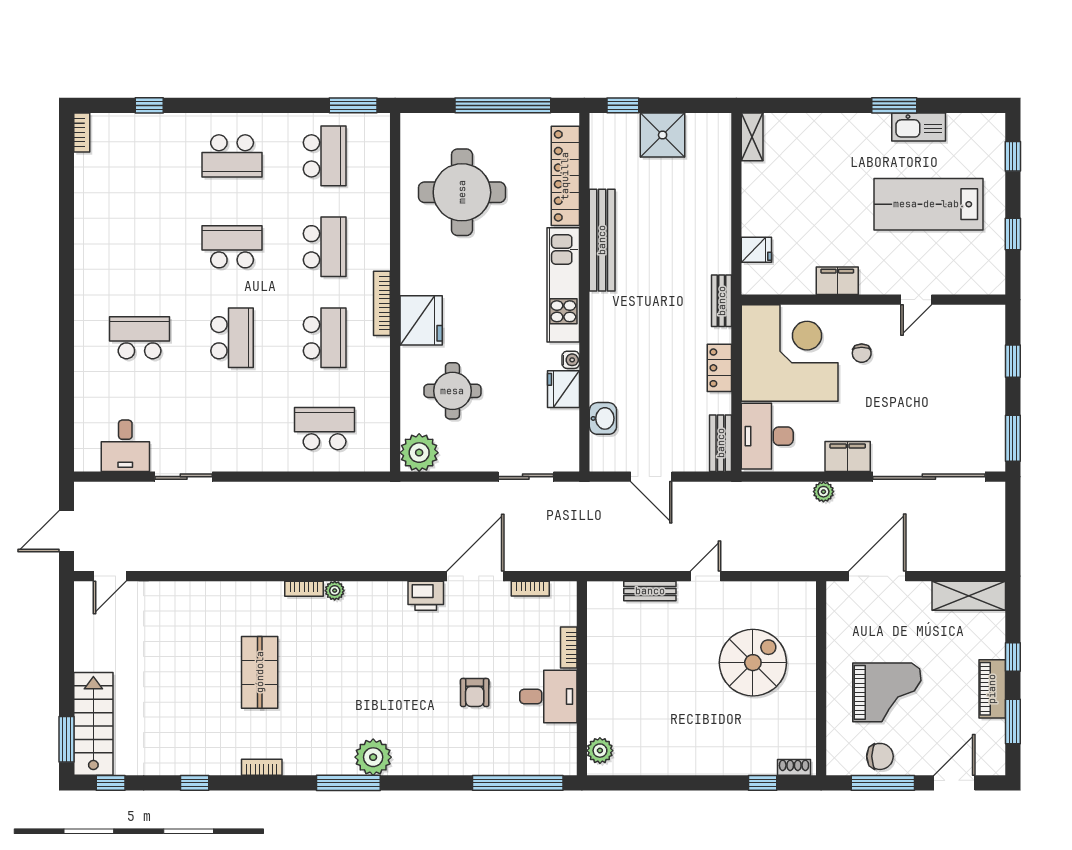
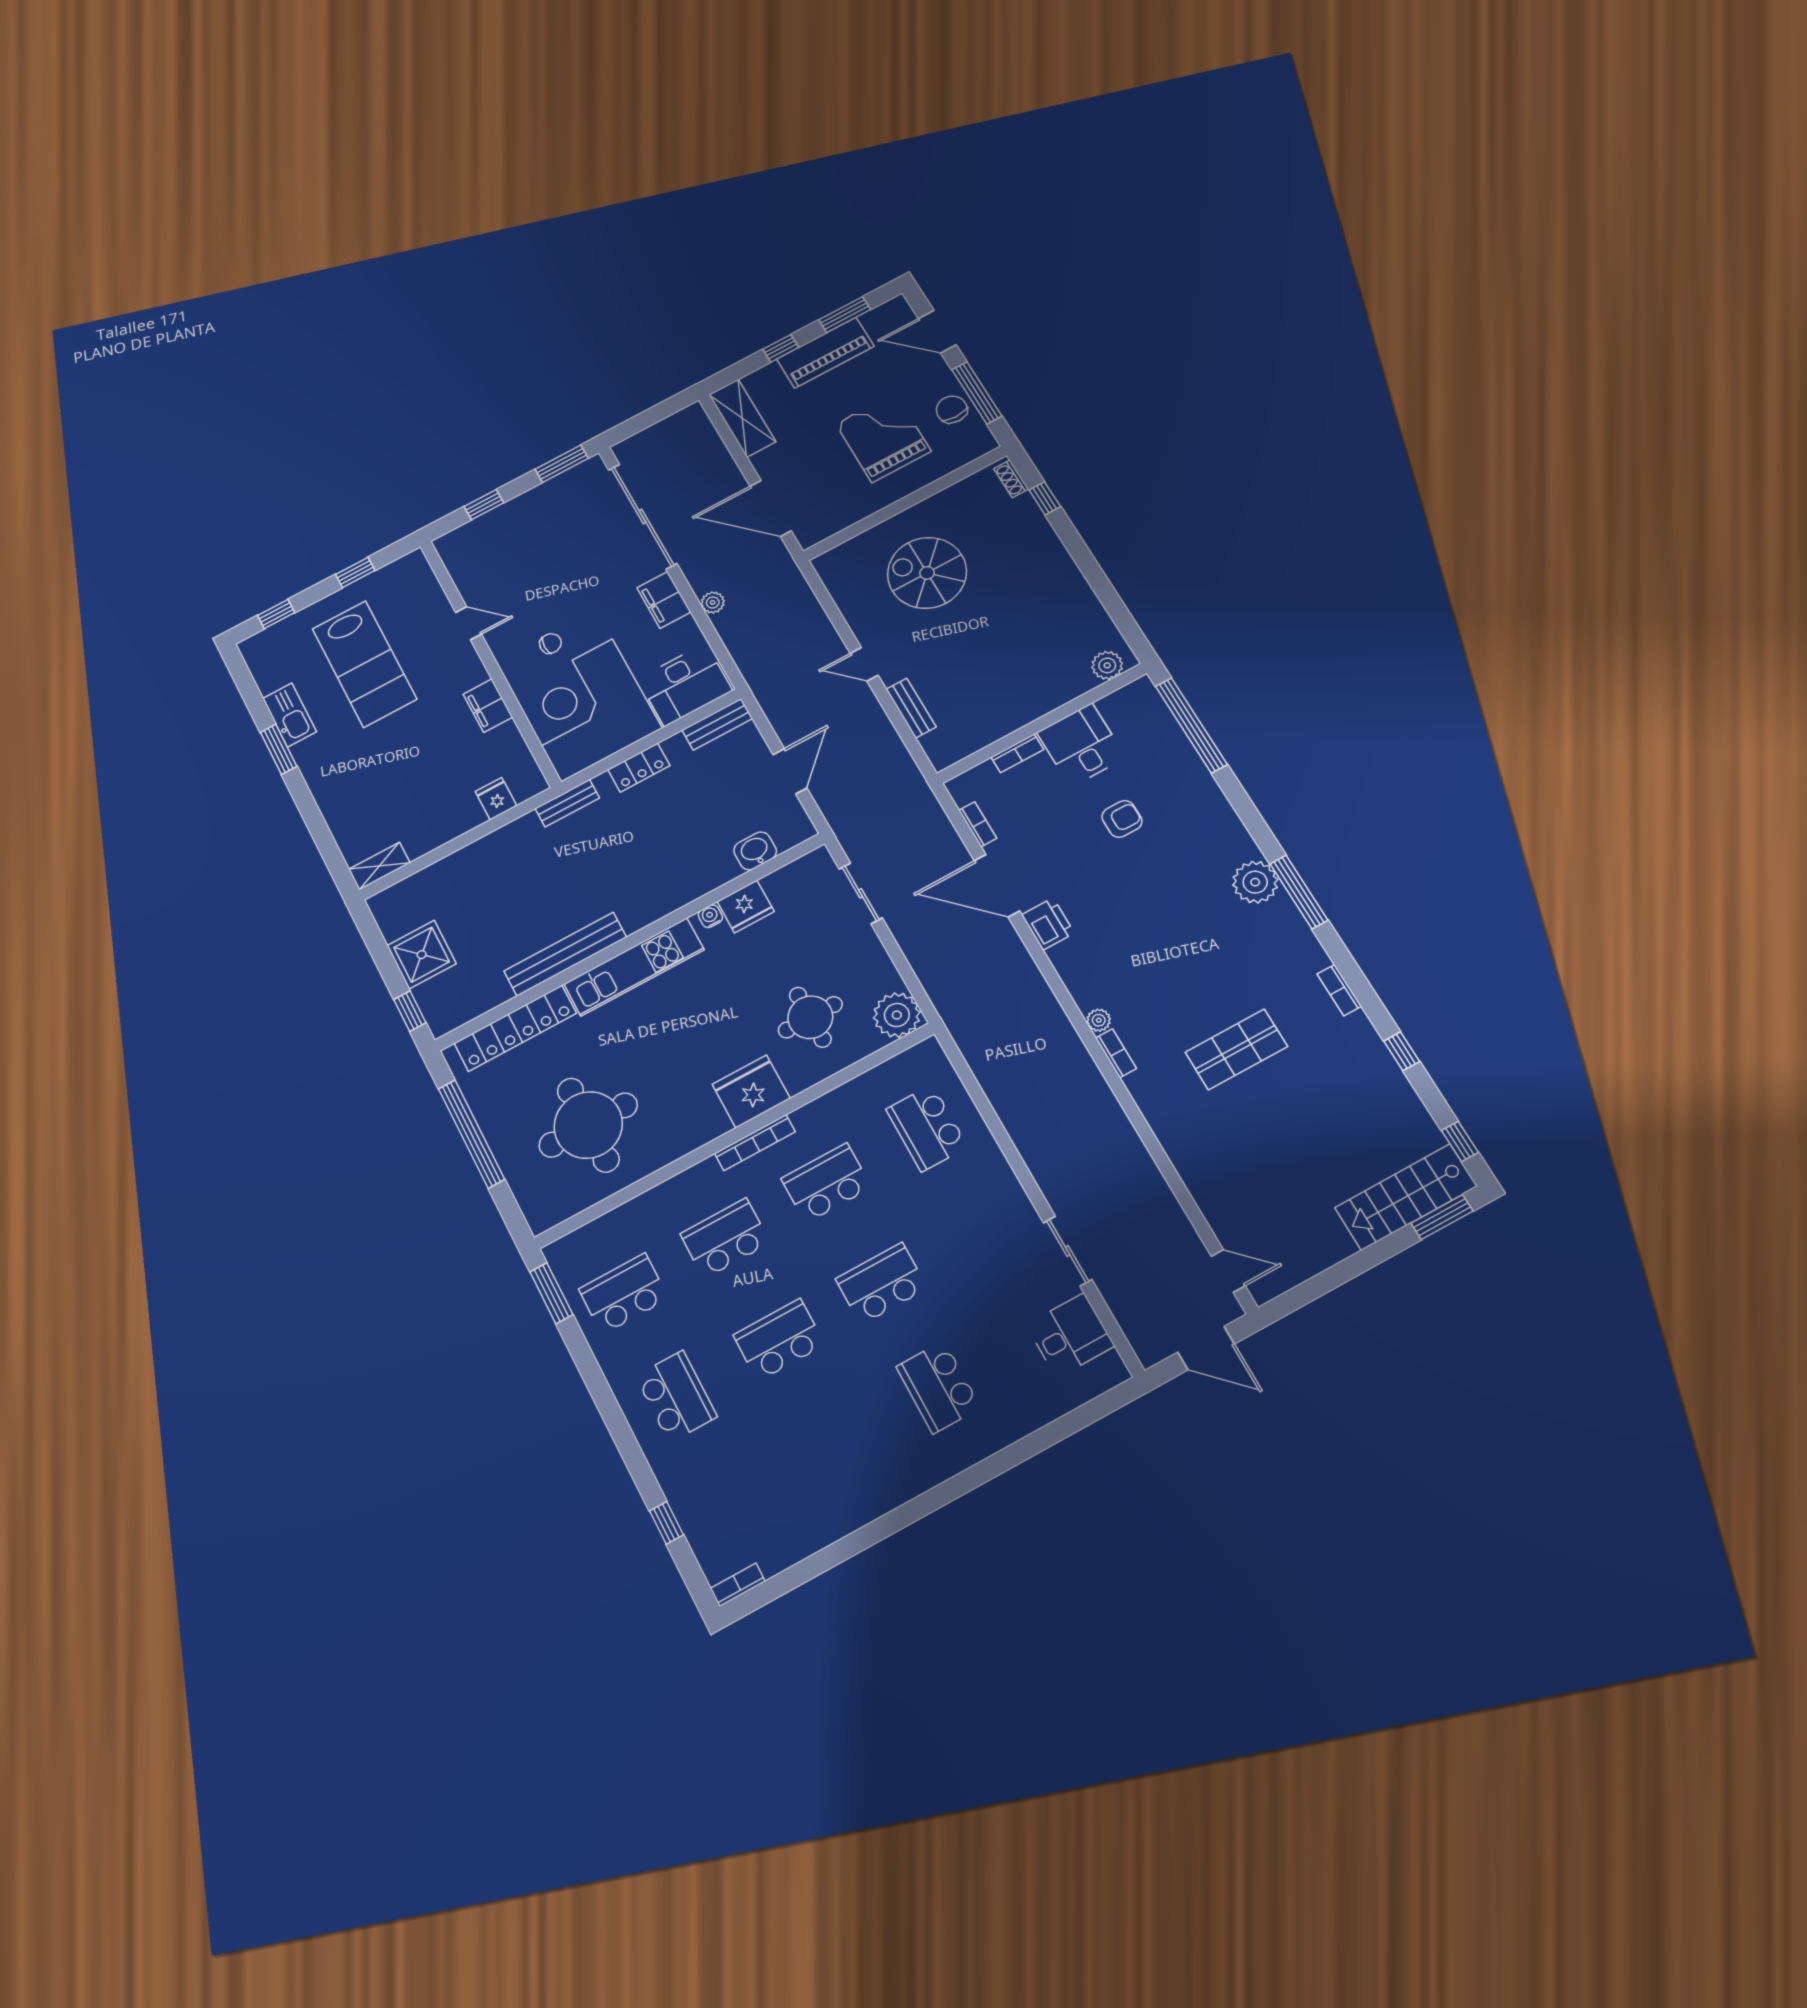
school desk: (232, 247) -> (779, 1340), turned 90
piano: (992, 689) -> (825, 353), width x1.37, depth x1.33

